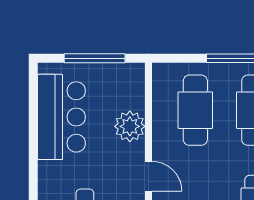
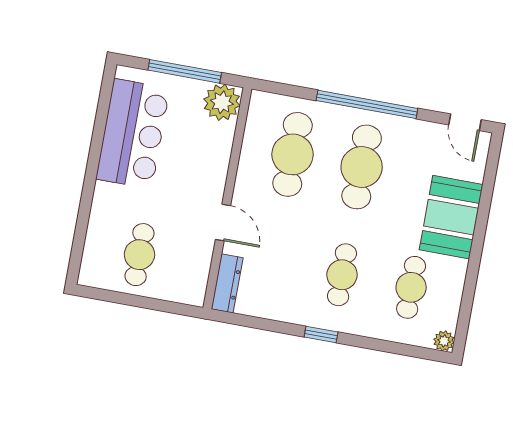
plant: (130, 126) -> (222, 102), moved

